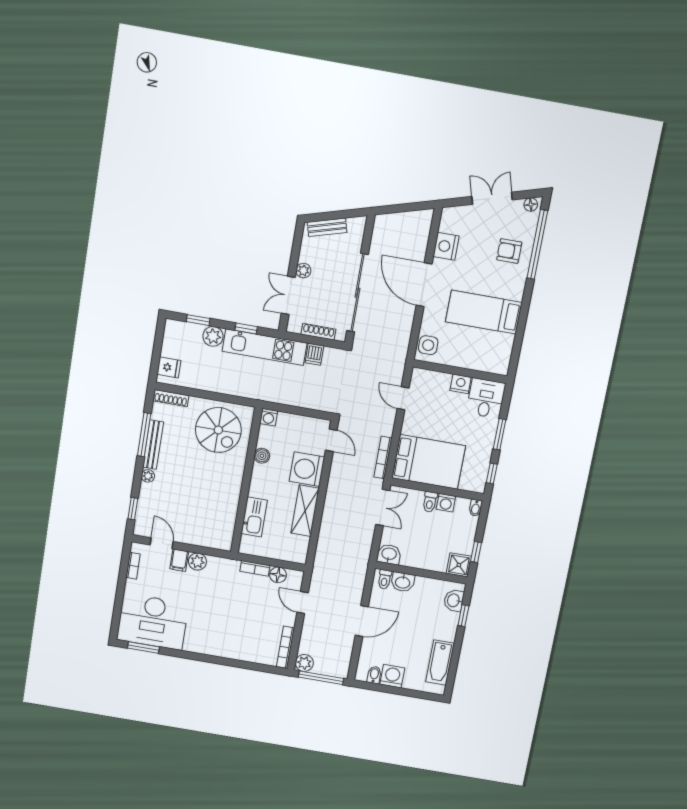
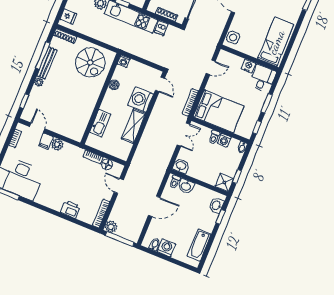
bed: (484, 312) -> (276, 42), moved, turned 90
door: (403, 398) -> (211, 67), swing flipped
printer: (239, 651) -> (70, 209), added

